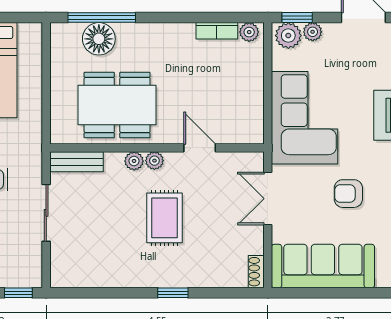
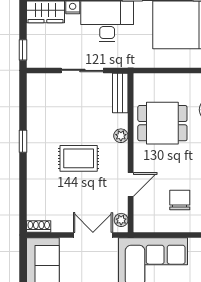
chair: (221, 81) -> (180, 200), added
dining table: (117, 105) -> (162, 123), width x0.73
plant: (154, 161) -> (121, 220), moved
window: (173, 293) -> (23, 141), moved

